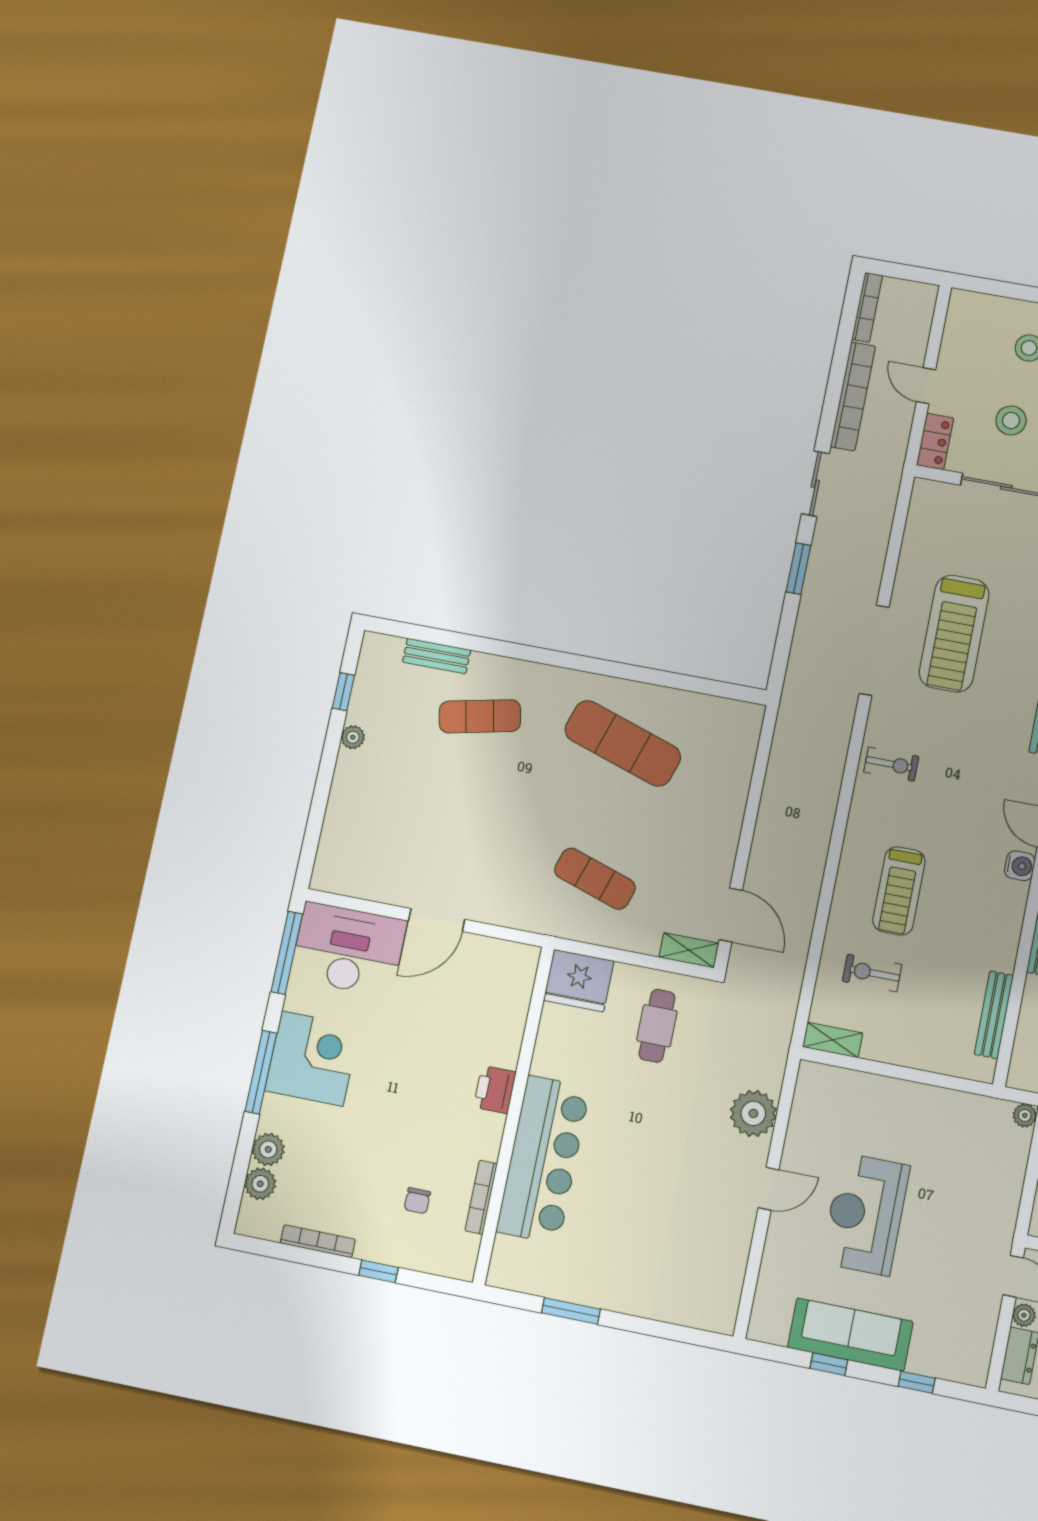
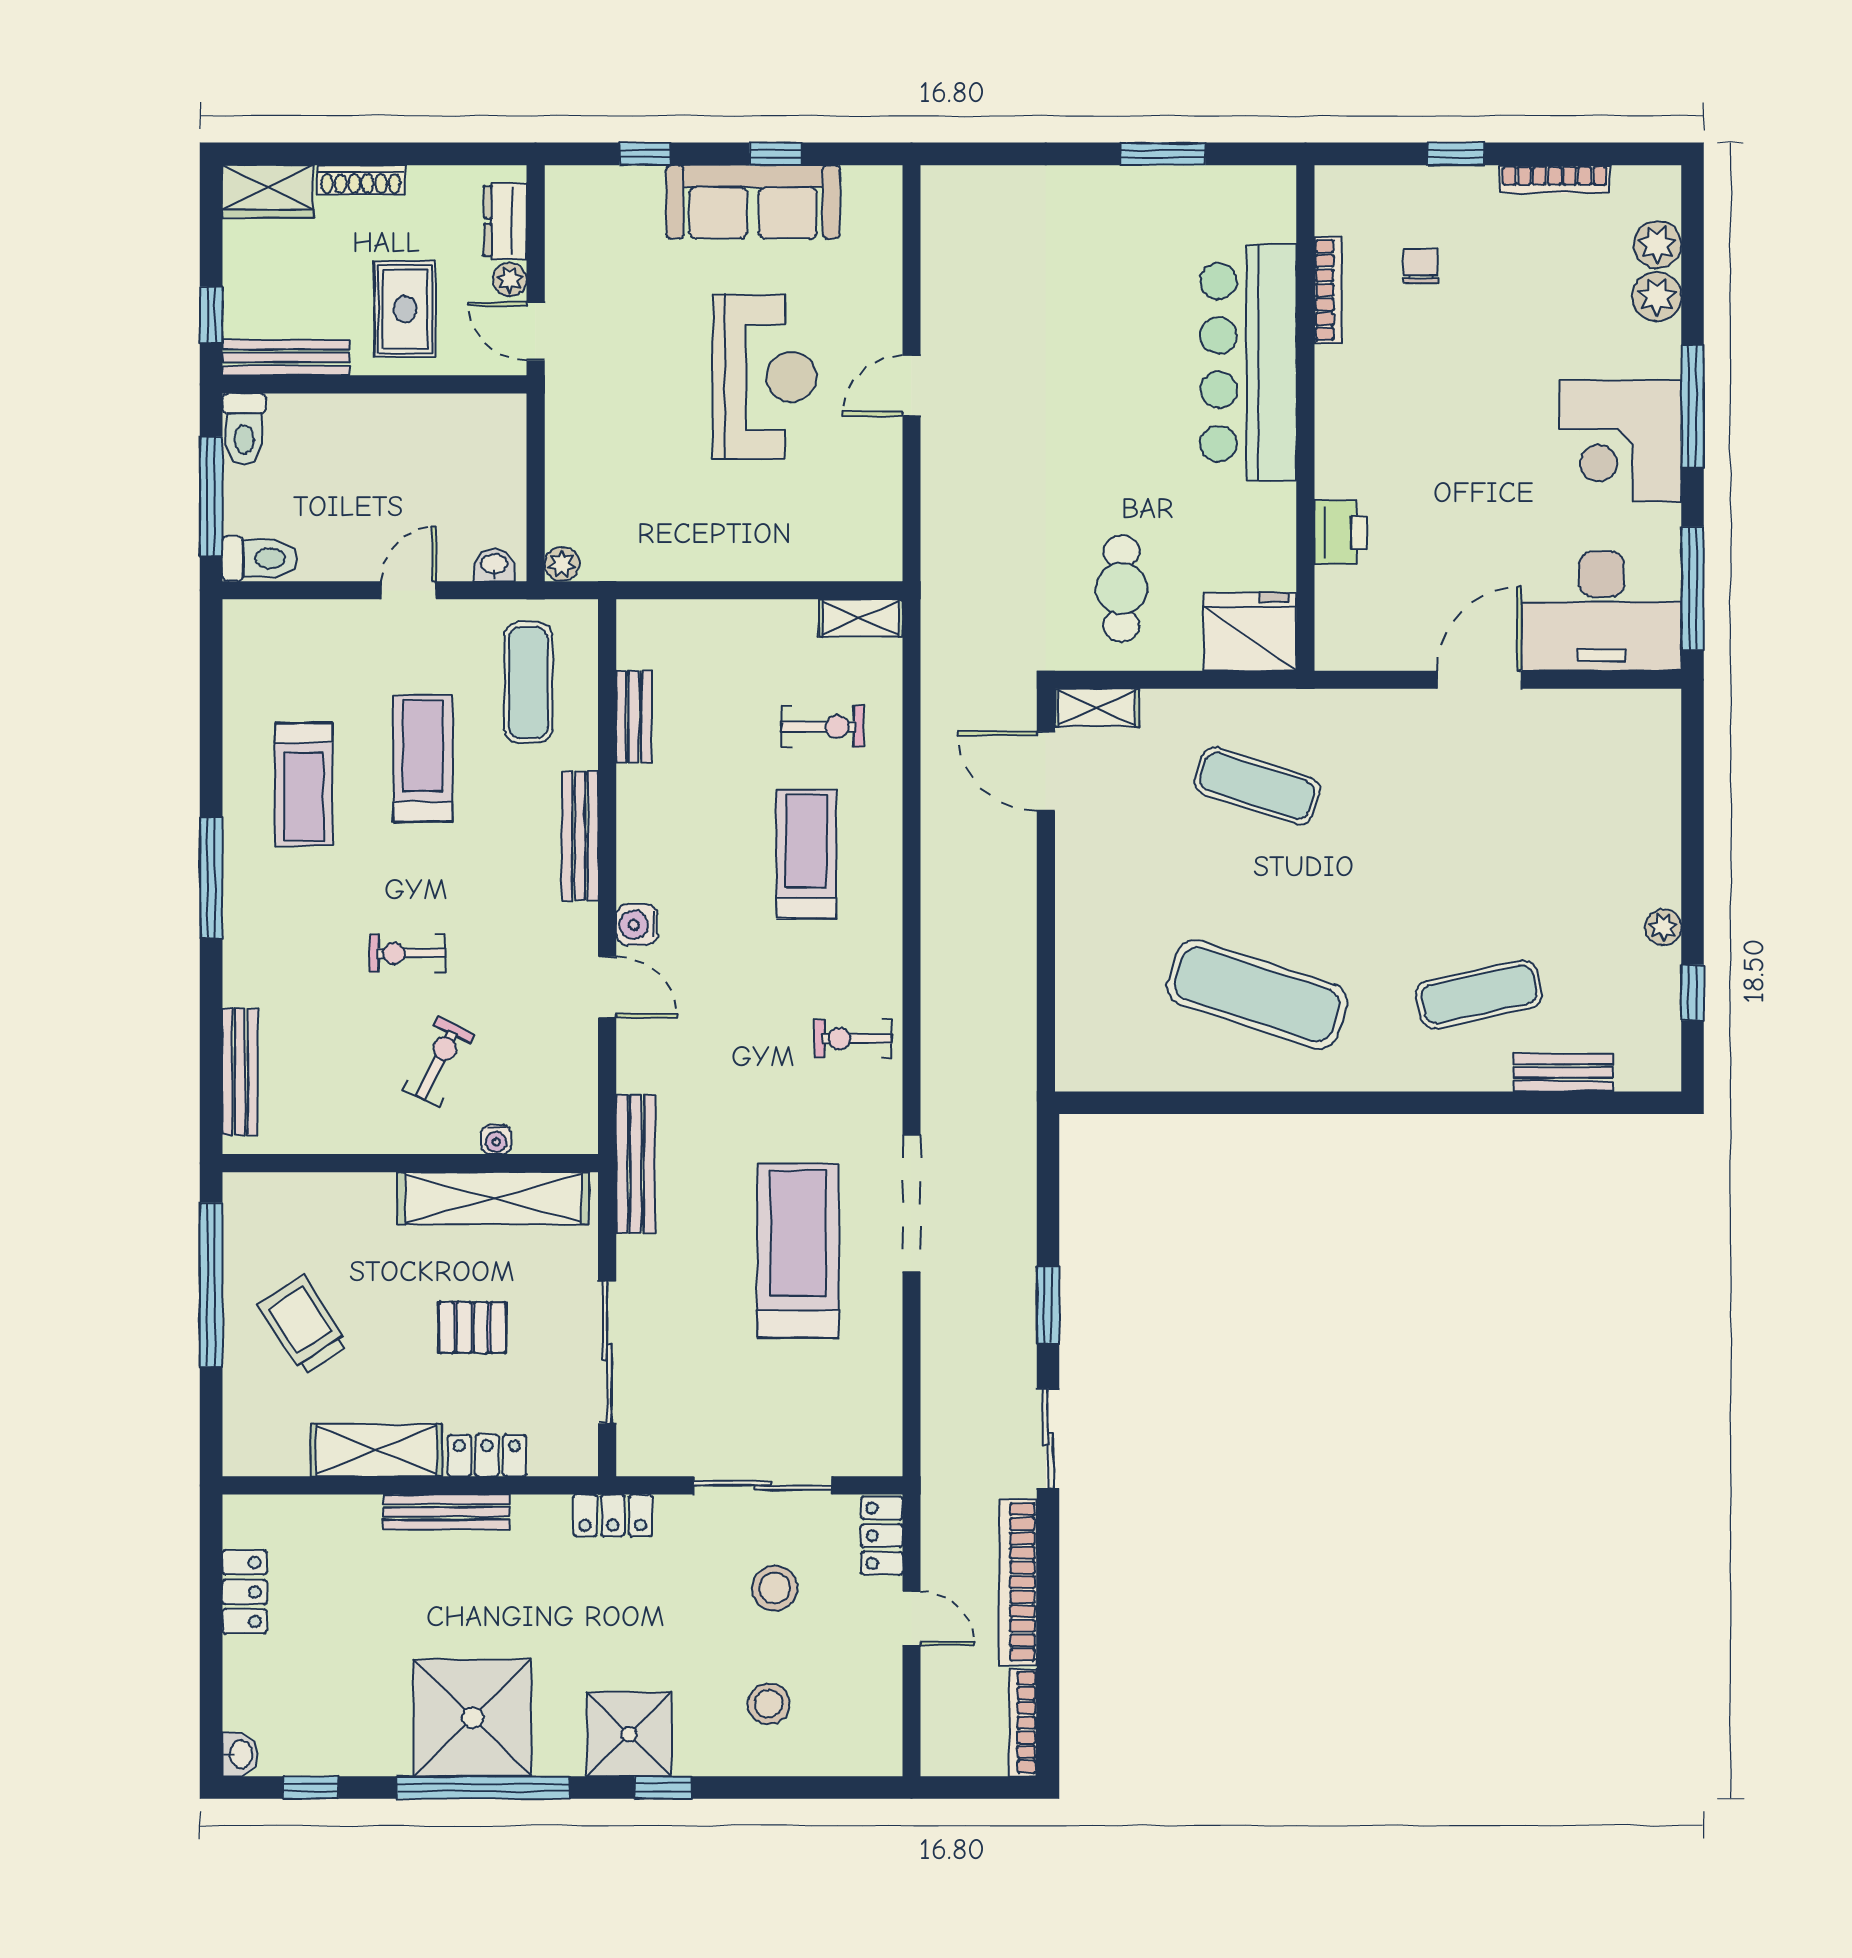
bench: (994, 1015) -> (634, 717), width x0.73
printer: (495, 1090) -> (1341, 532), moved
plant: (753, 1113) -> (955, 489), removed

